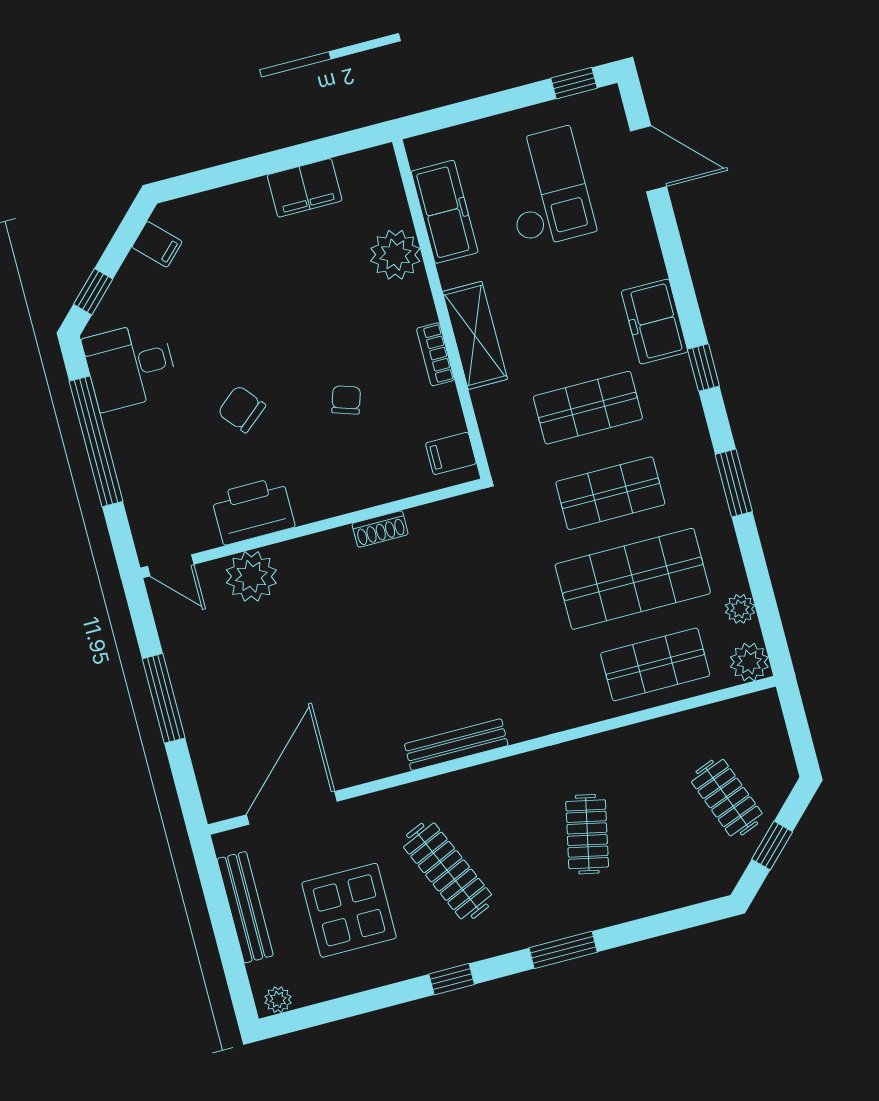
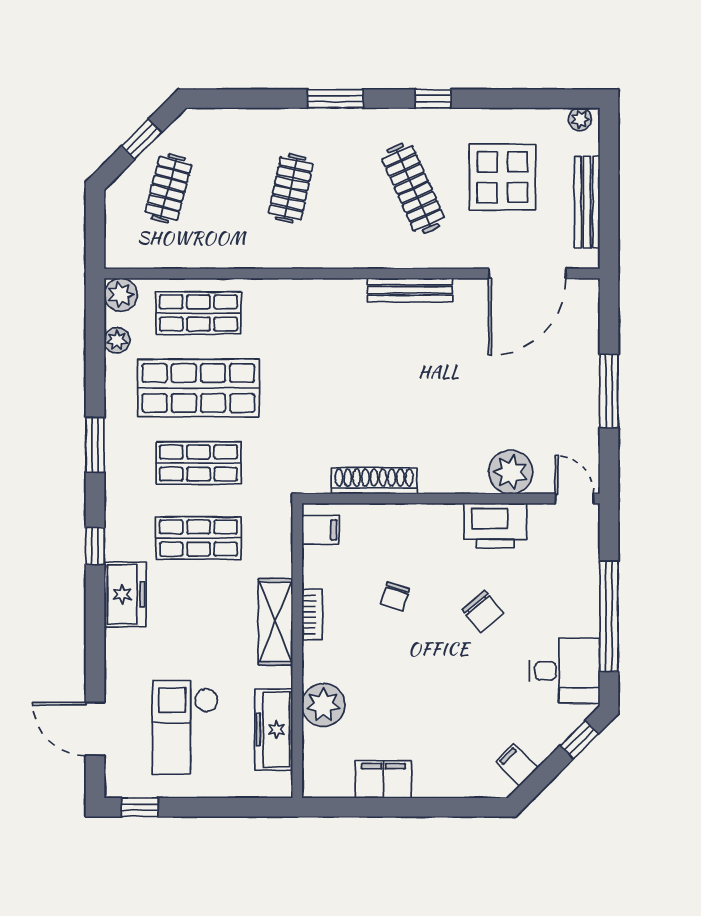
shoe rack: (380, 529) -> (374, 481), width x1.94, depth x1.24
bench: (456, 745) -> (410, 290), moved
clothes rail: (727, 798) -> (168, 188), turned 36

